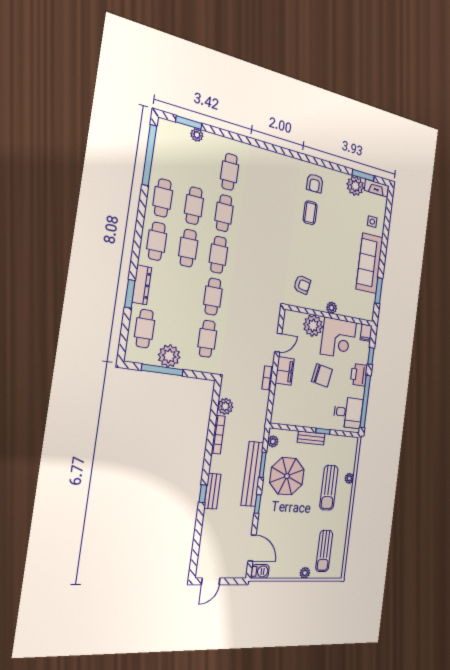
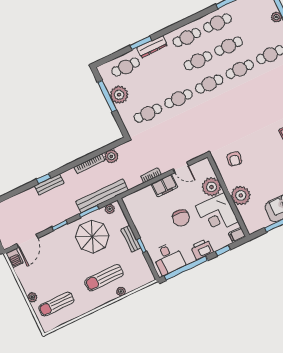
plant: (332, 308) -> (241, 196), width x1.88, depth x1.88
bench: (252, 474) -> (102, 196), moved

